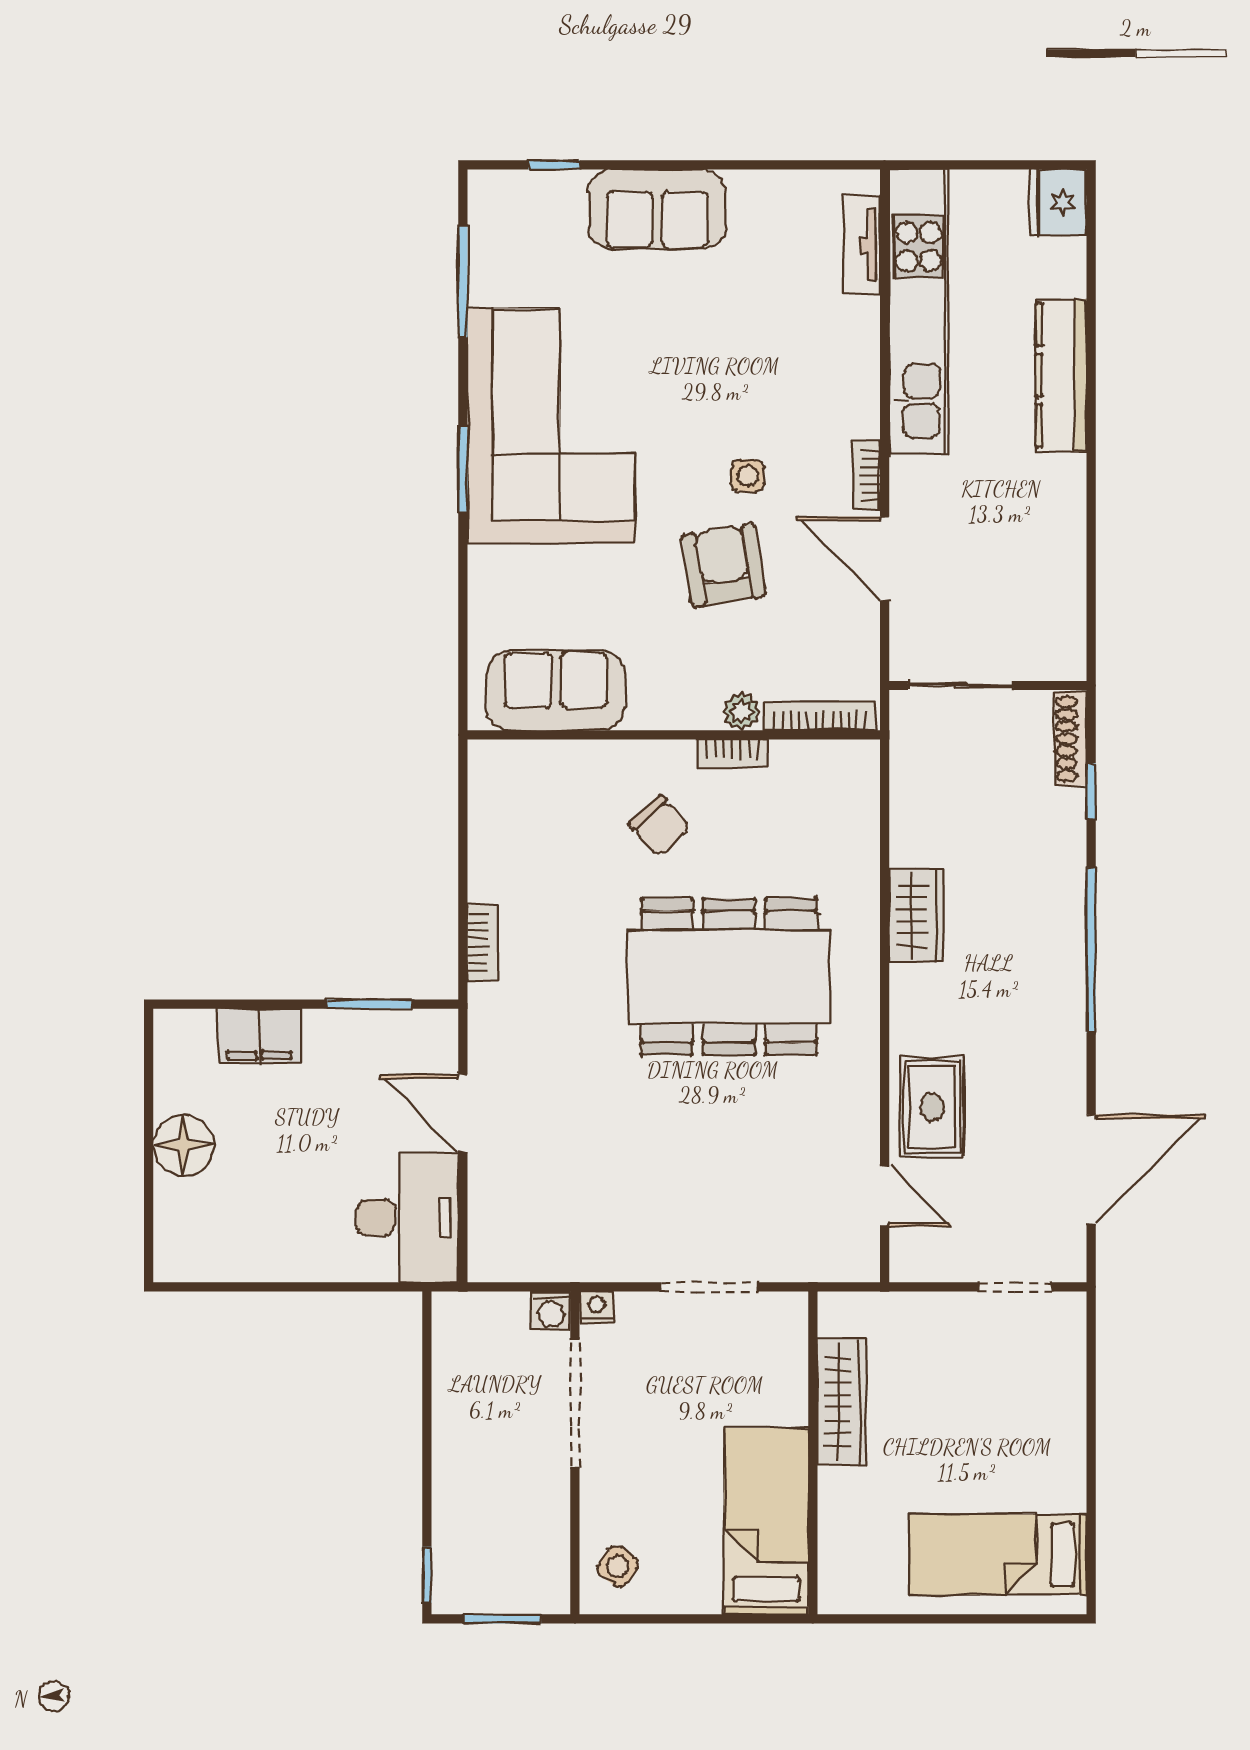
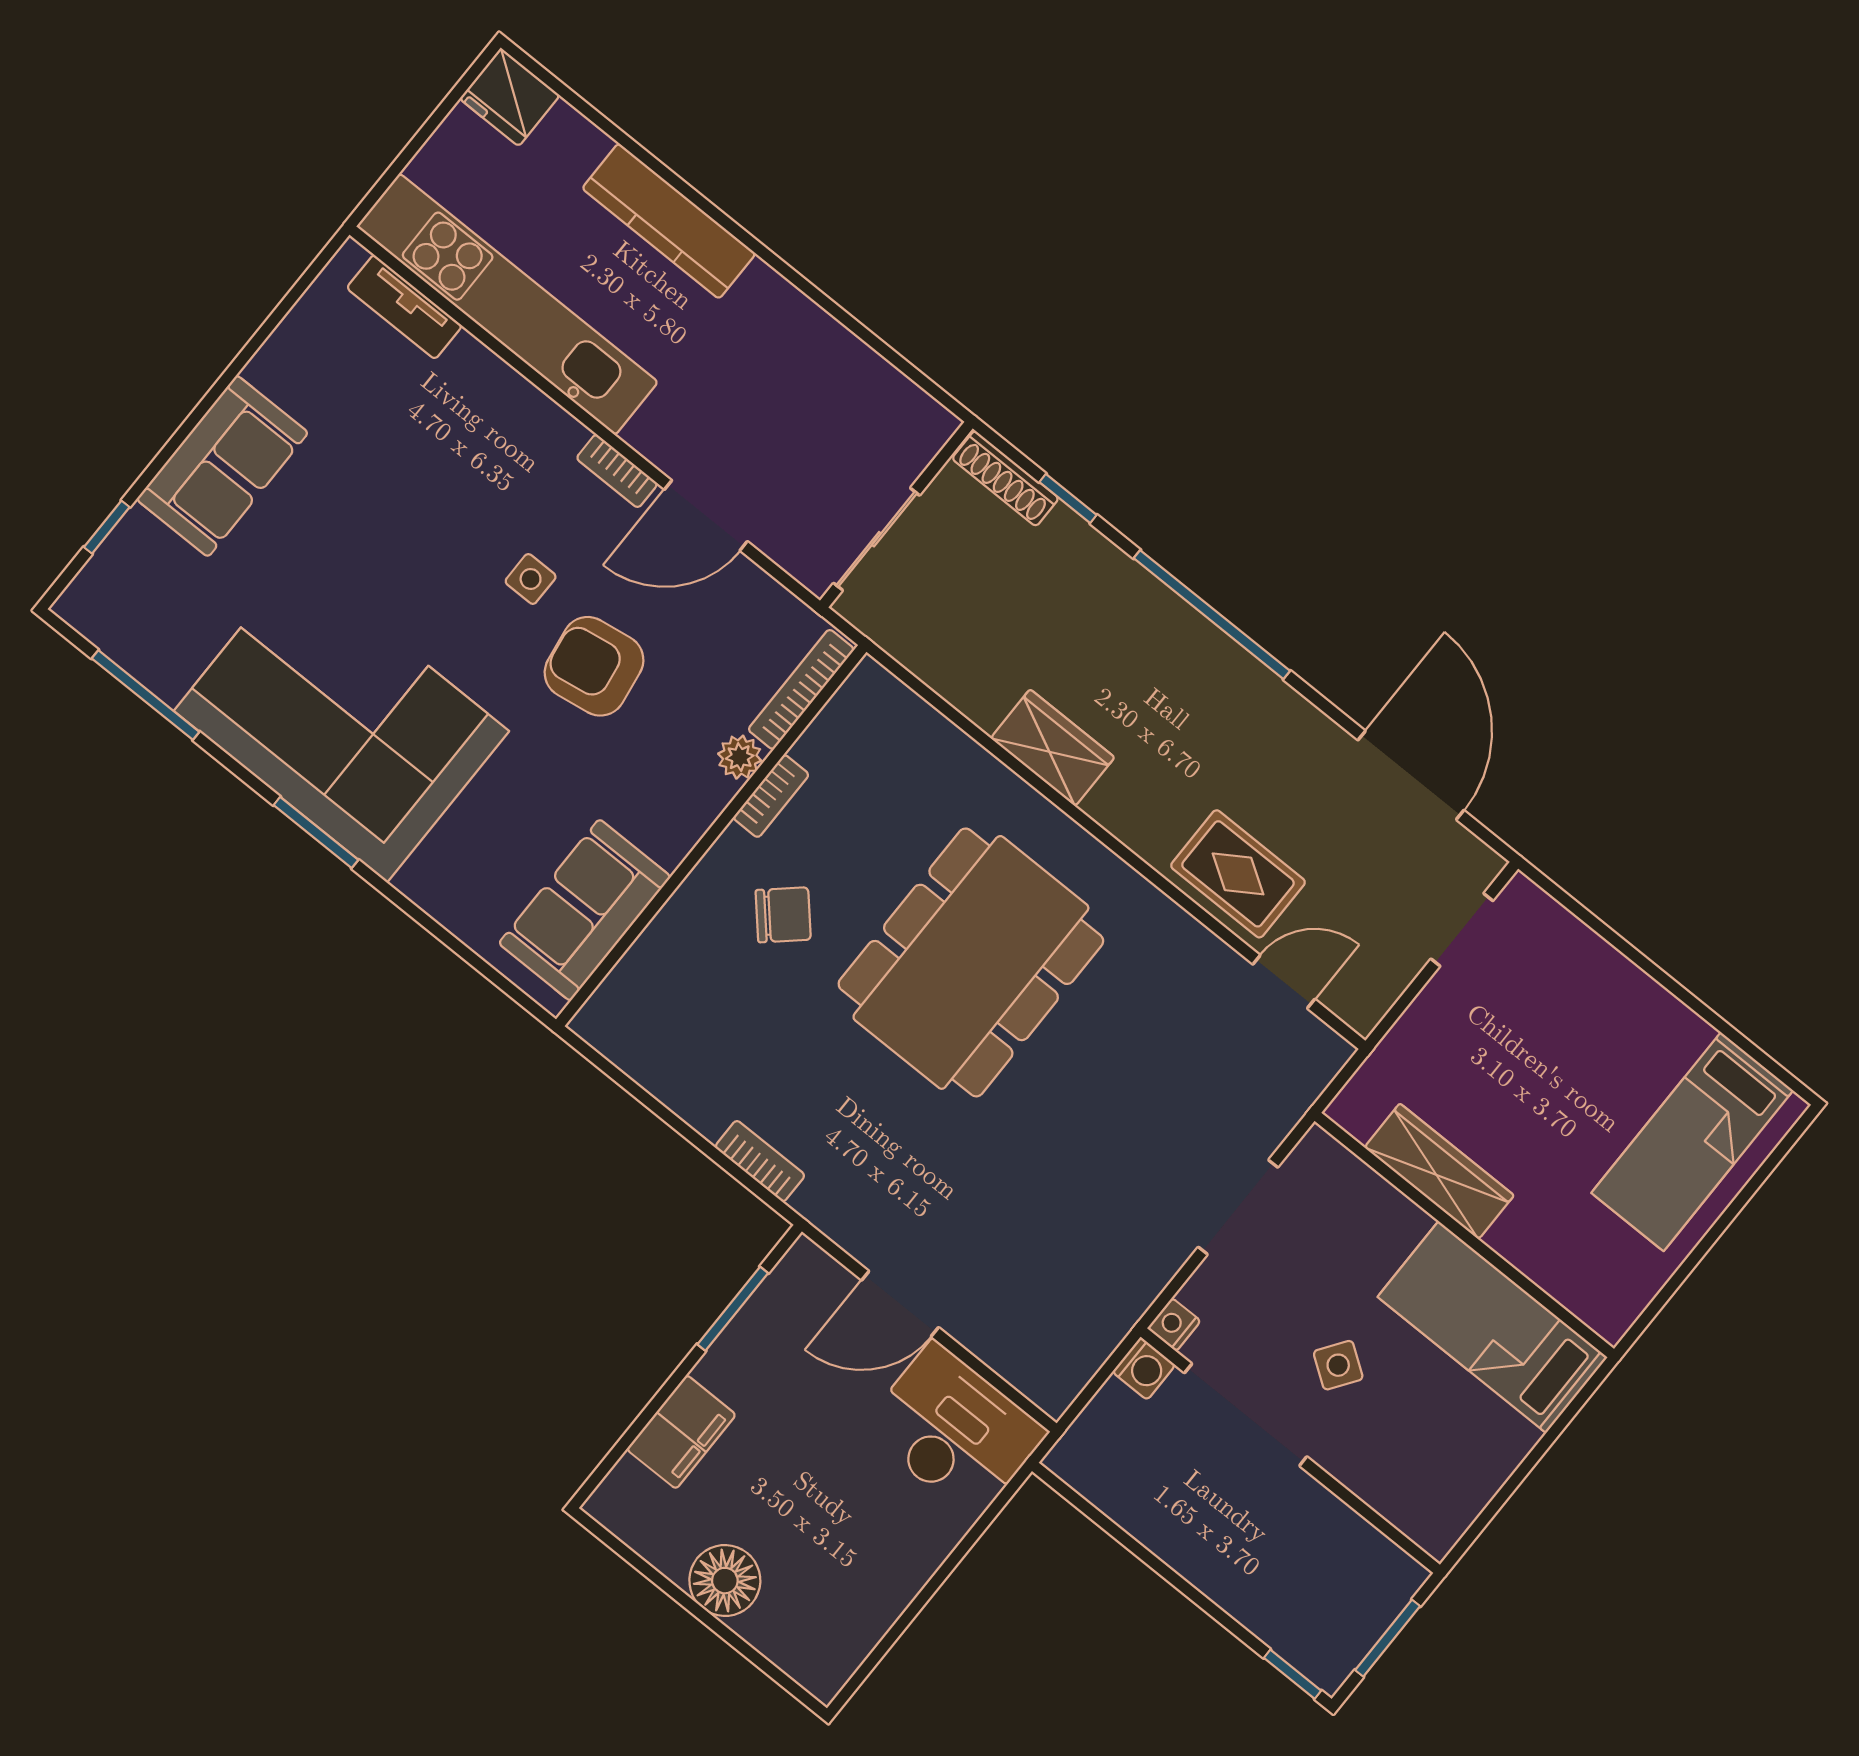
side table: (618, 1566) -> (1338, 1365), moved

